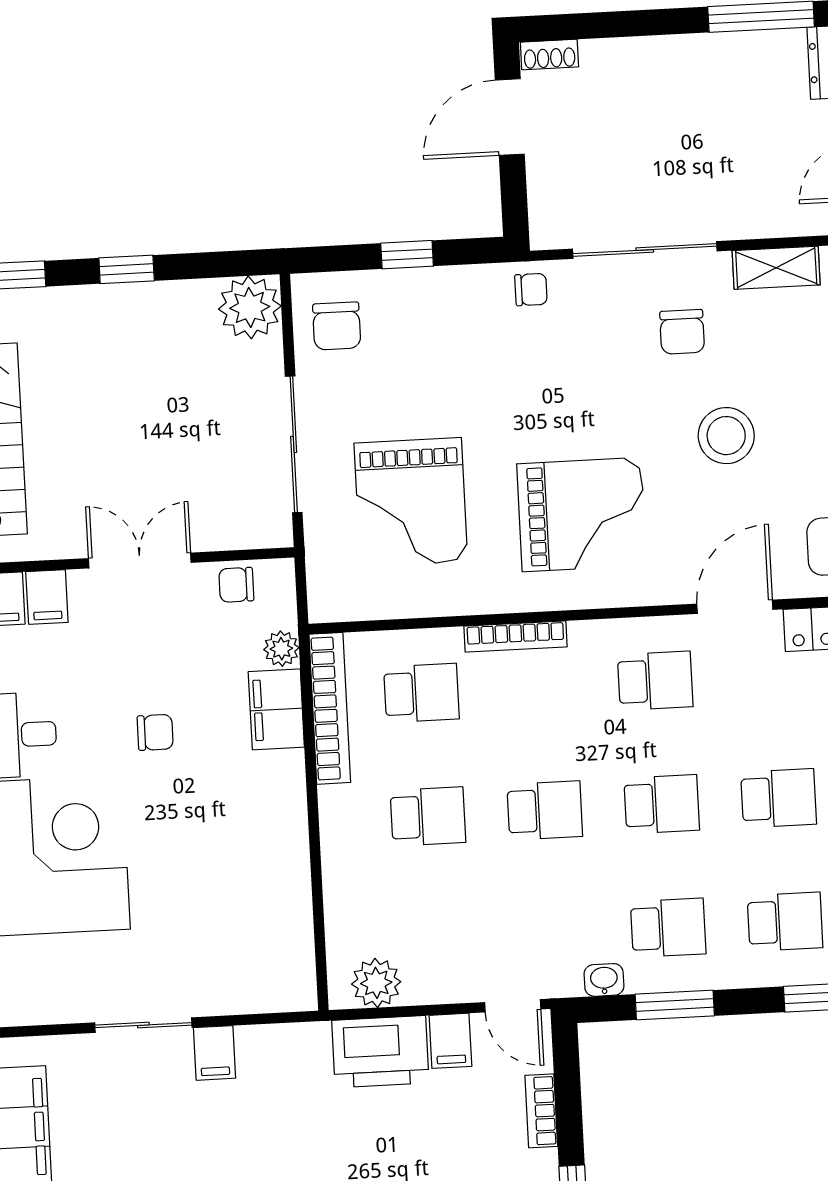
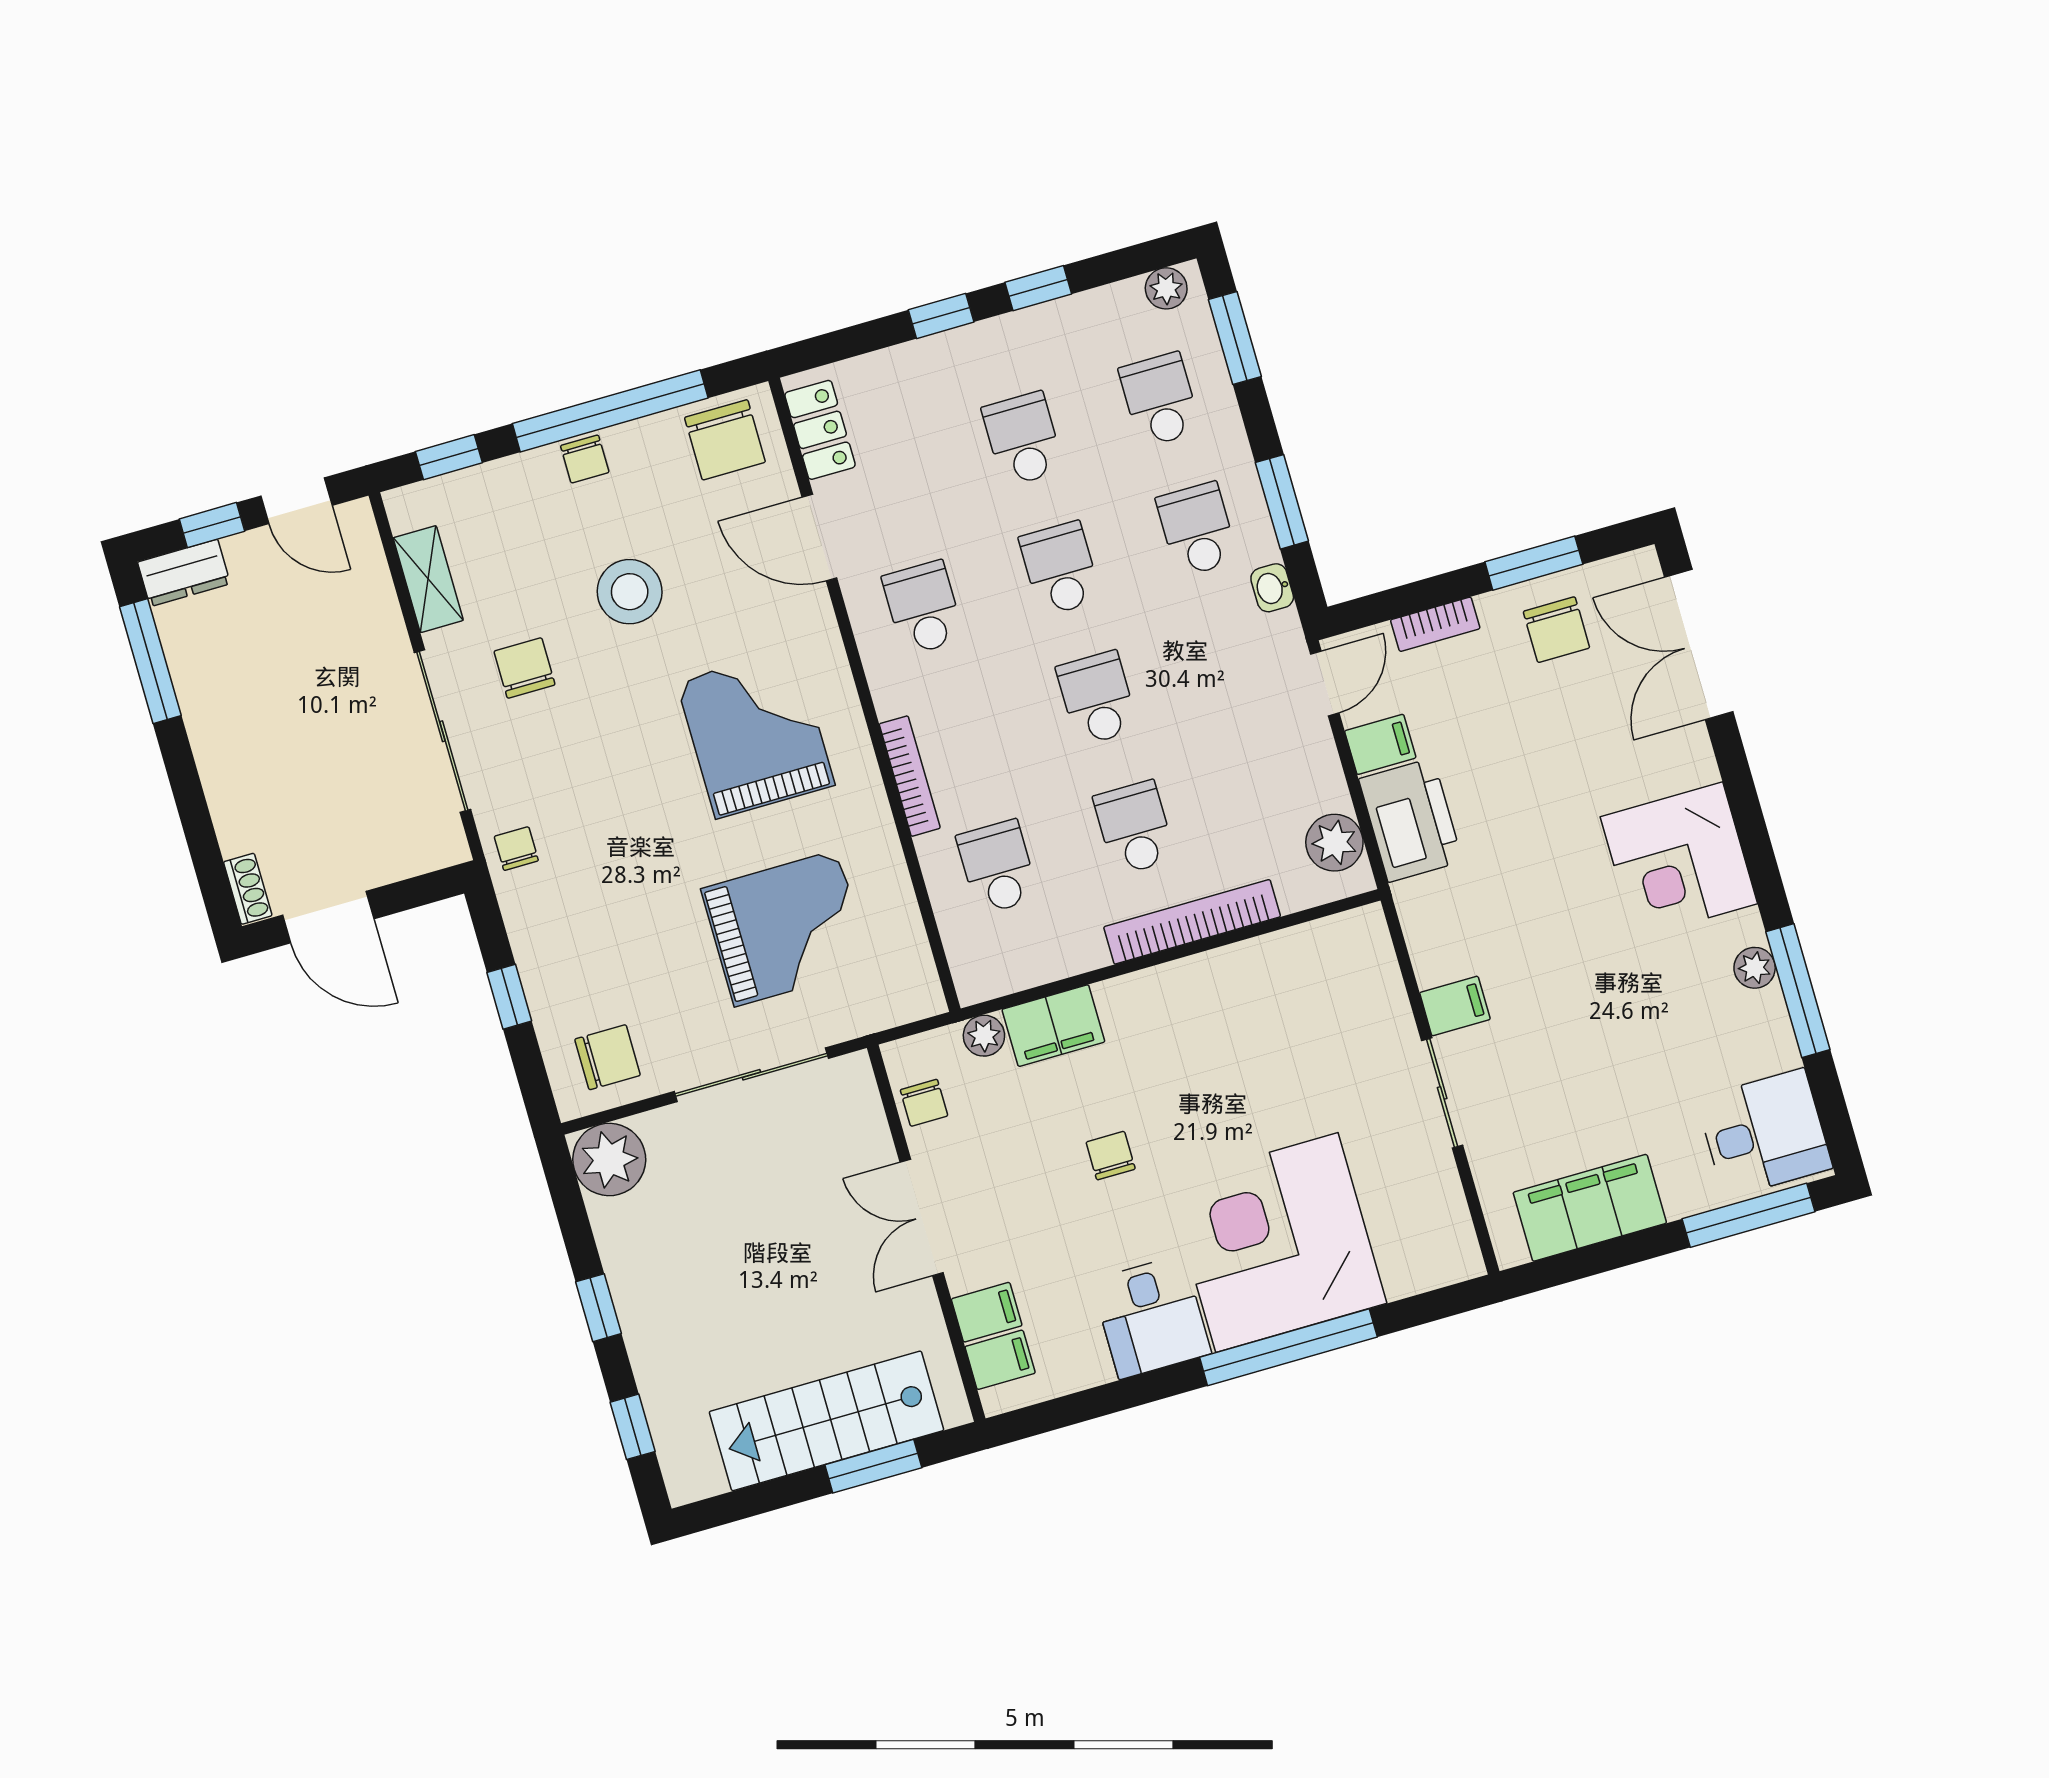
chair: (682, 332) -> (525, 668), turned -90
bookcase: (330, 708) -> (1192, 922), moved

